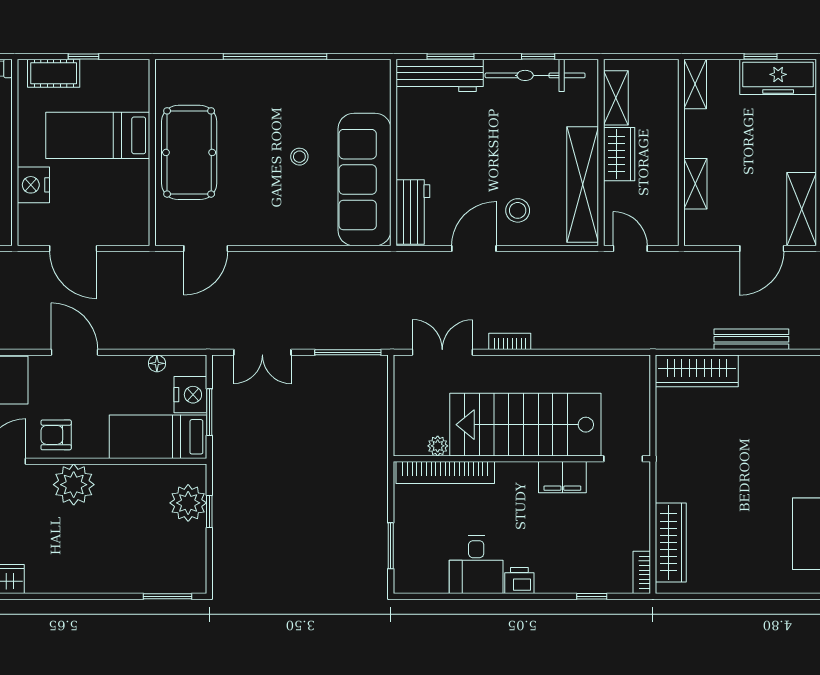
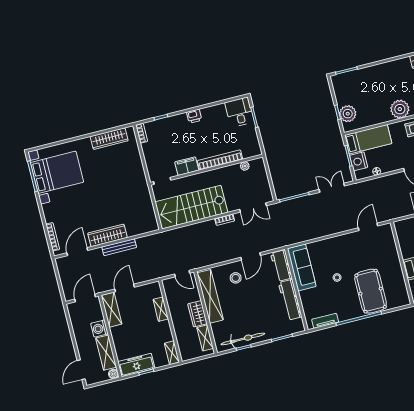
tv unit: (349, 70) -> (325, 321), added
workbench: (440, 75) -> (290, 300), moved, turned -90
pool table: (189, 152) -> (371, 291), moved
sofa: (364, 180) -> (302, 267), width x0.74, depth x0.79
wardrobe: (697, 371) -> (107, 235), moved
stairs: (525, 425) -> (191, 207), moved, turned 180
bookcase: (445, 472) -> (220, 160), moved
wardrobe: (671, 542) -> (109, 139), moved, turned -90
desk: (476, 565) -> (239, 112), moved

